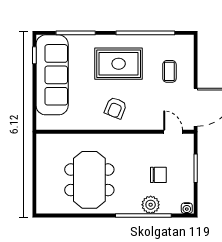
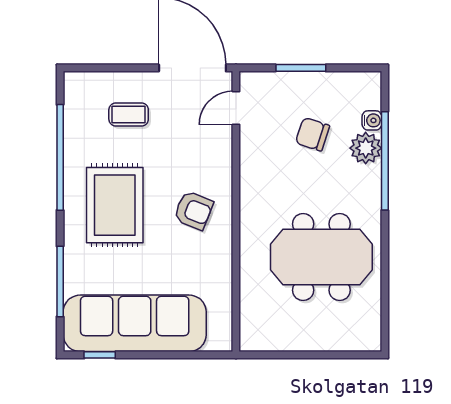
chair: (158, 175) -> (313, 134), turned -72
water cooler: (187, 208) -> (372, 120), moved

